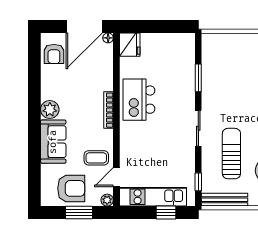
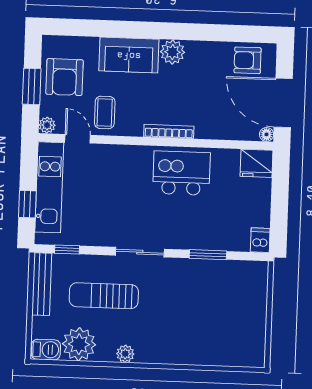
dishwasher: (186, 40) -> (260, 240), added
sun lounger: (231, 154) -> (104, 296), turned 180

